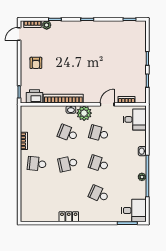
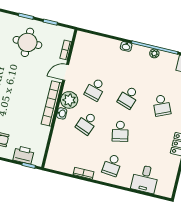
round table: (125, 65) -> (27, 42), added
printer: (34, 96) -> (24, 155), moved, turned 90
bookcase: (63, 99) -> (51, 104), moved
door: (107, 104) -> (66, 72), hinge flipped
desk: (135, 119) -> (145, 179), moved, turned 180
school desk: (99, 194) -> (162, 105), turned -48

